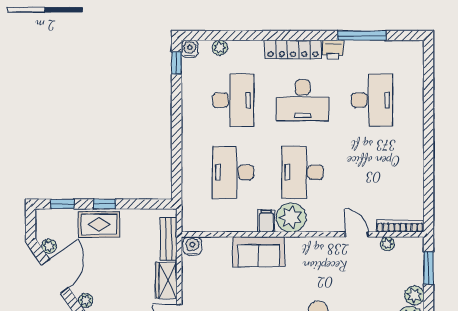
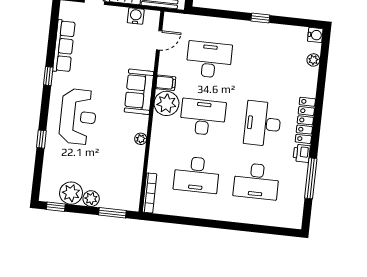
window: (177, 63) -> (260, 18), moved
desk: (233, 100) -> (197, 175), moved
door: (357, 234) -> (159, 40), moved
plant: (387, 244) -> (141, 139), moved
water cooler: (192, 246) -> (136, 16), moved, turned -90
sofa: (259, 252) -> (139, 92), moved

